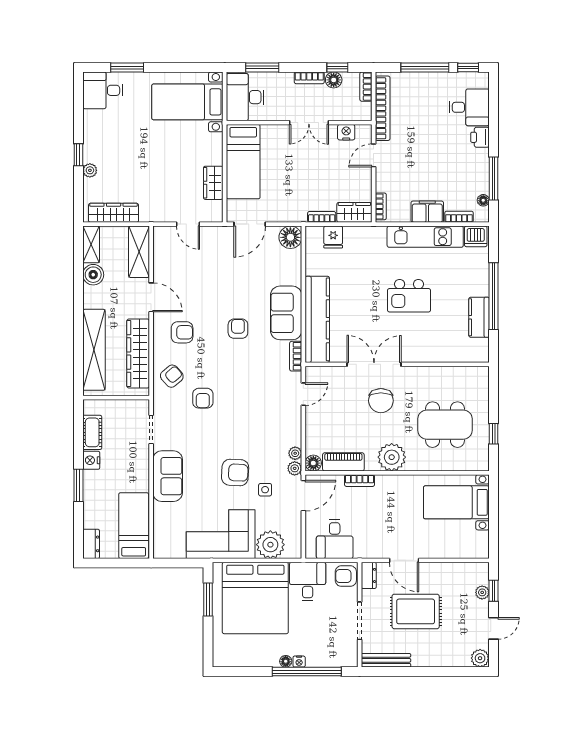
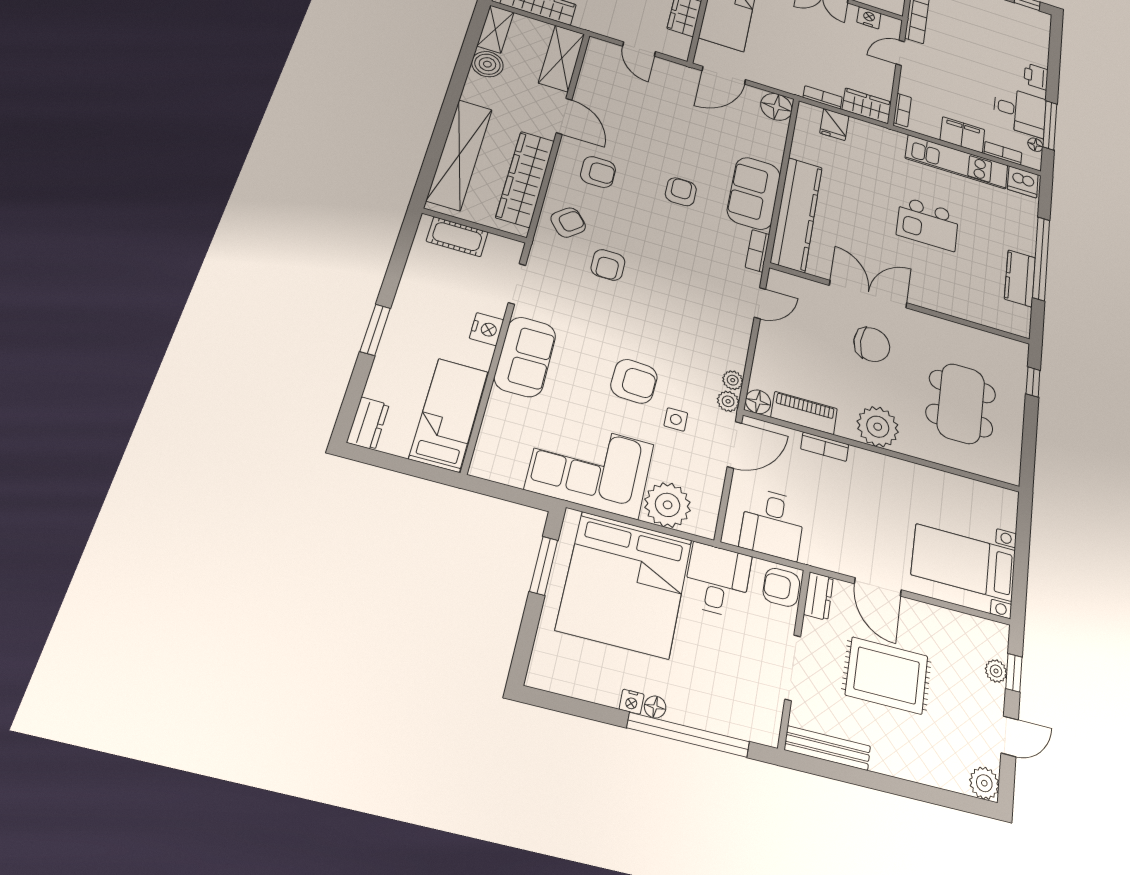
desk: (469, 107) -> (1020, 111), moved
chair: (381, 401) -> (872, 344), turned -90
dining table: (445, 425) -> (961, 403), turned 90
cot: (92, 432) -> (457, 237), moved, turned 90
window: (493, 434) -> (1033, 382), moved
nightstand: (91, 460) -> (487, 329), moved, turned 180
bed with nightstands: (456, 502) -> (964, 562), moved
nightstand: (299, 662) -> (632, 702), moved

